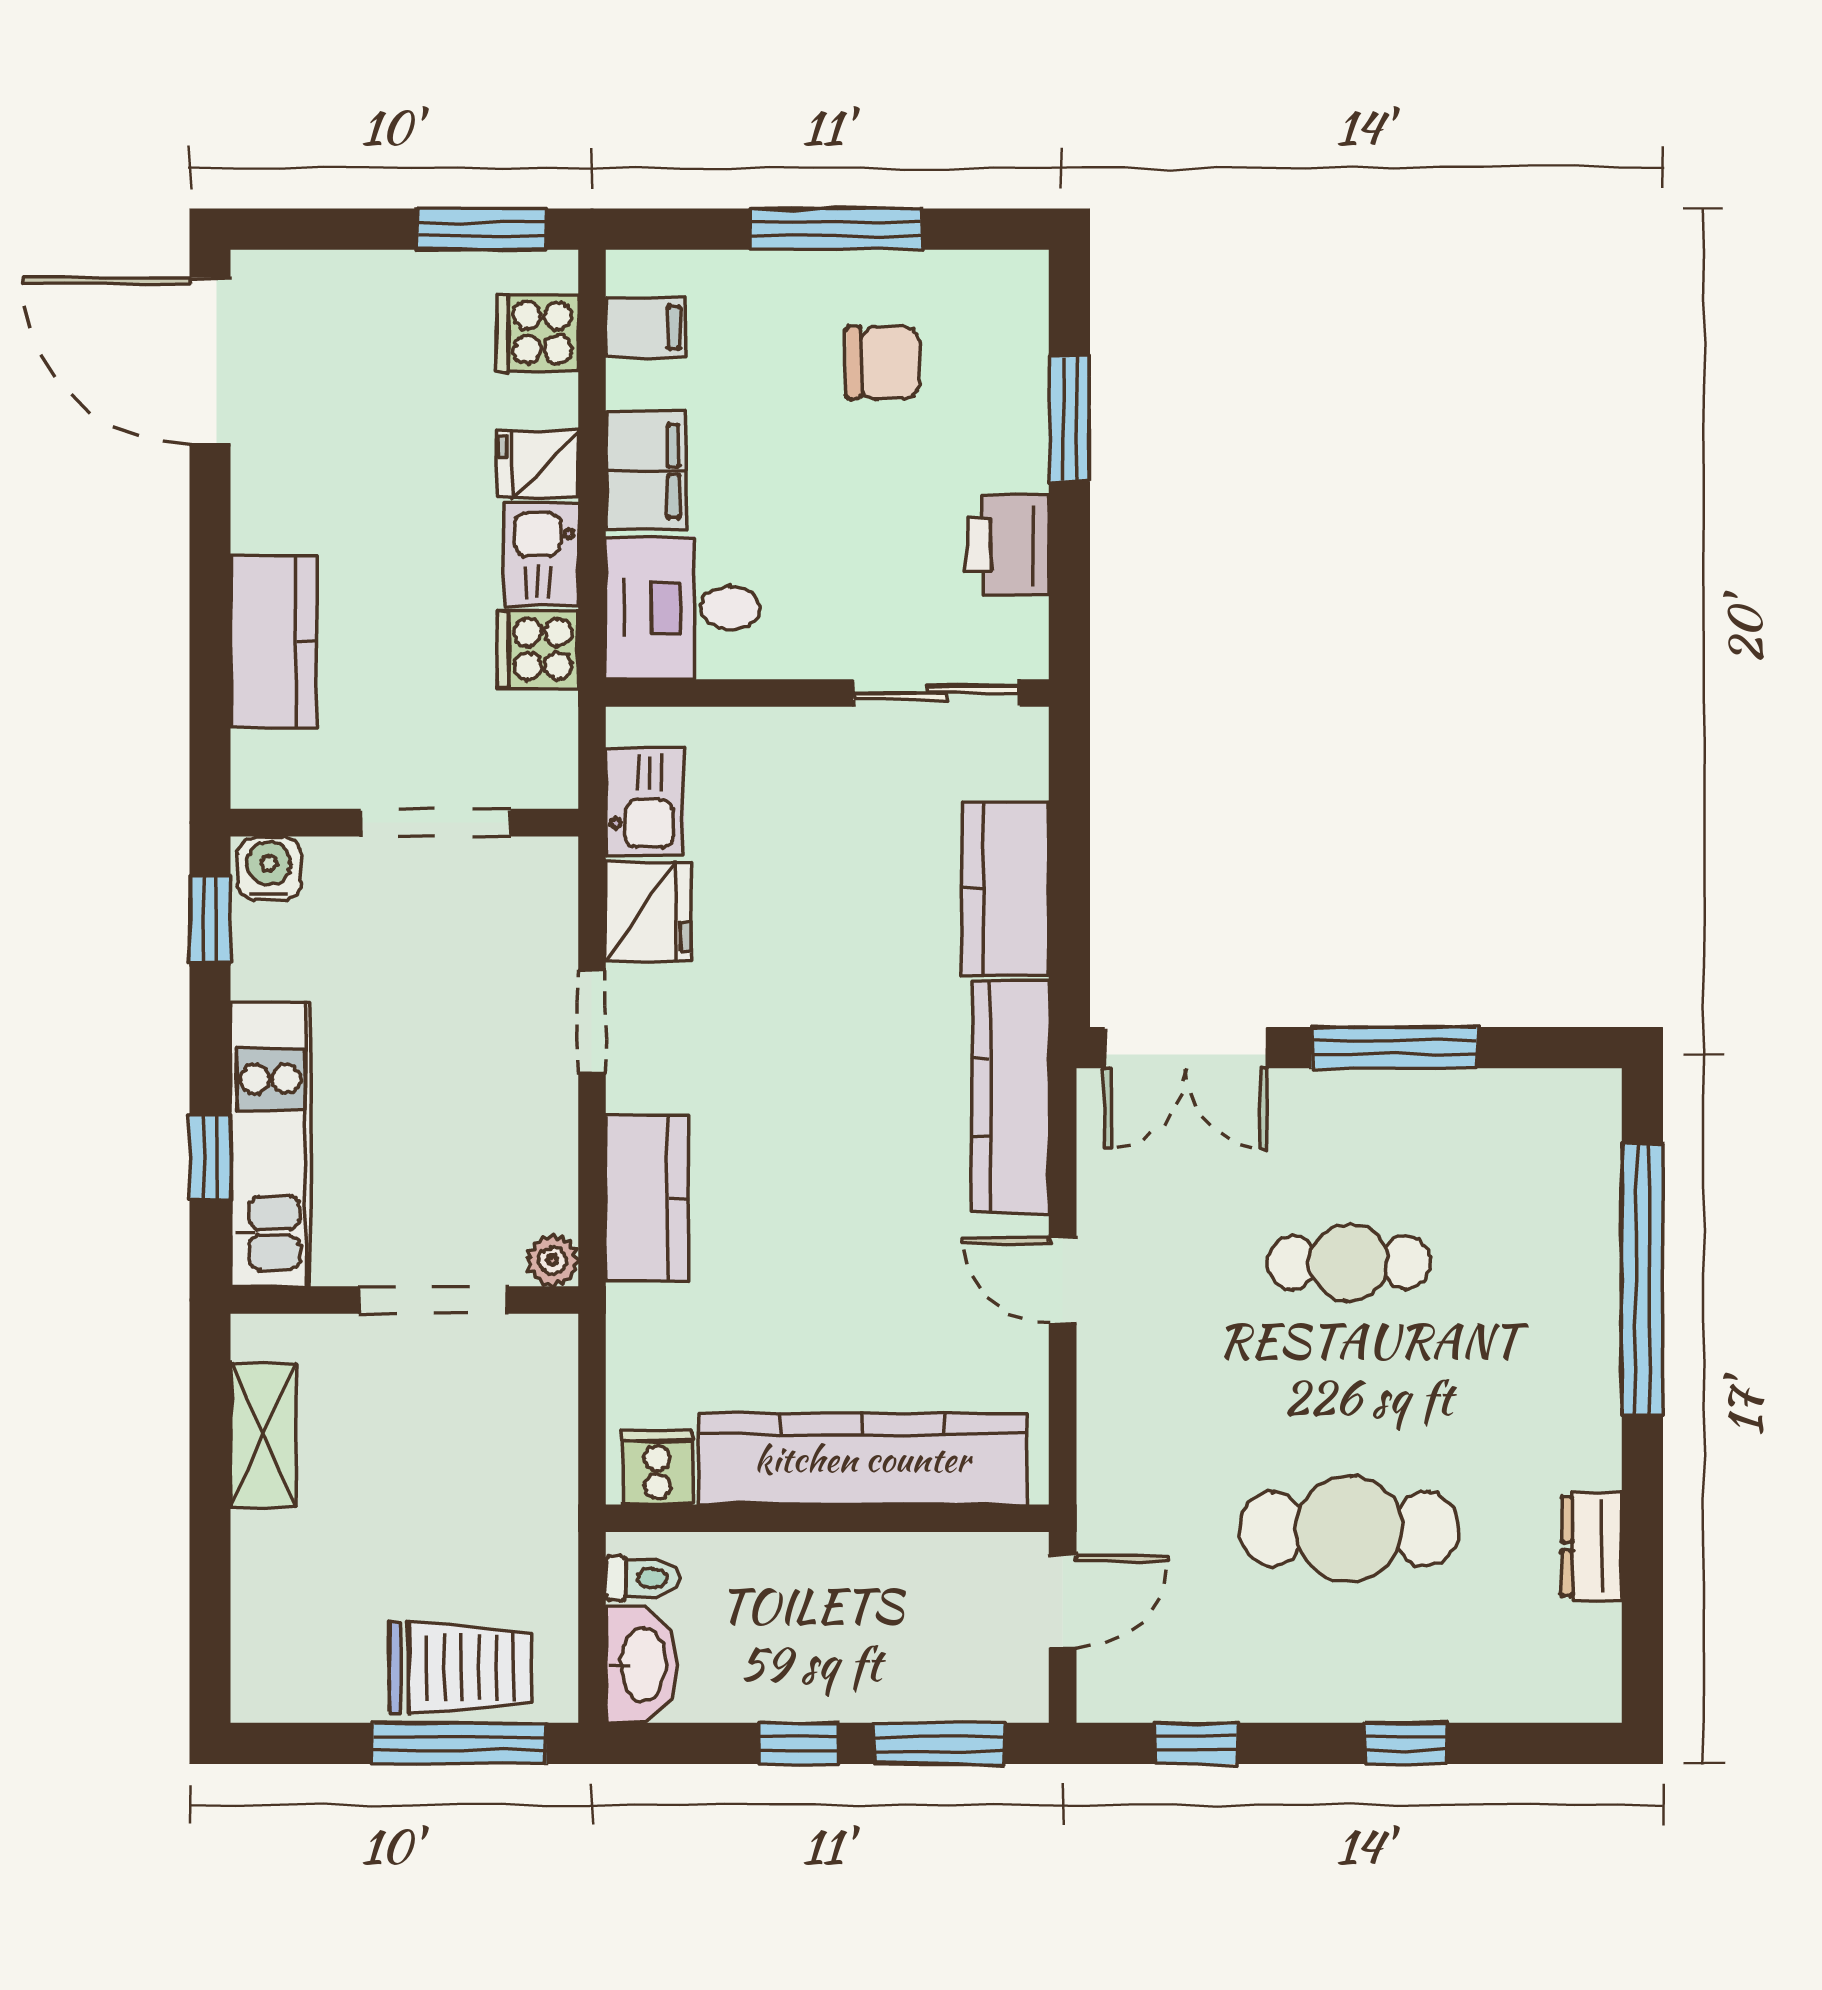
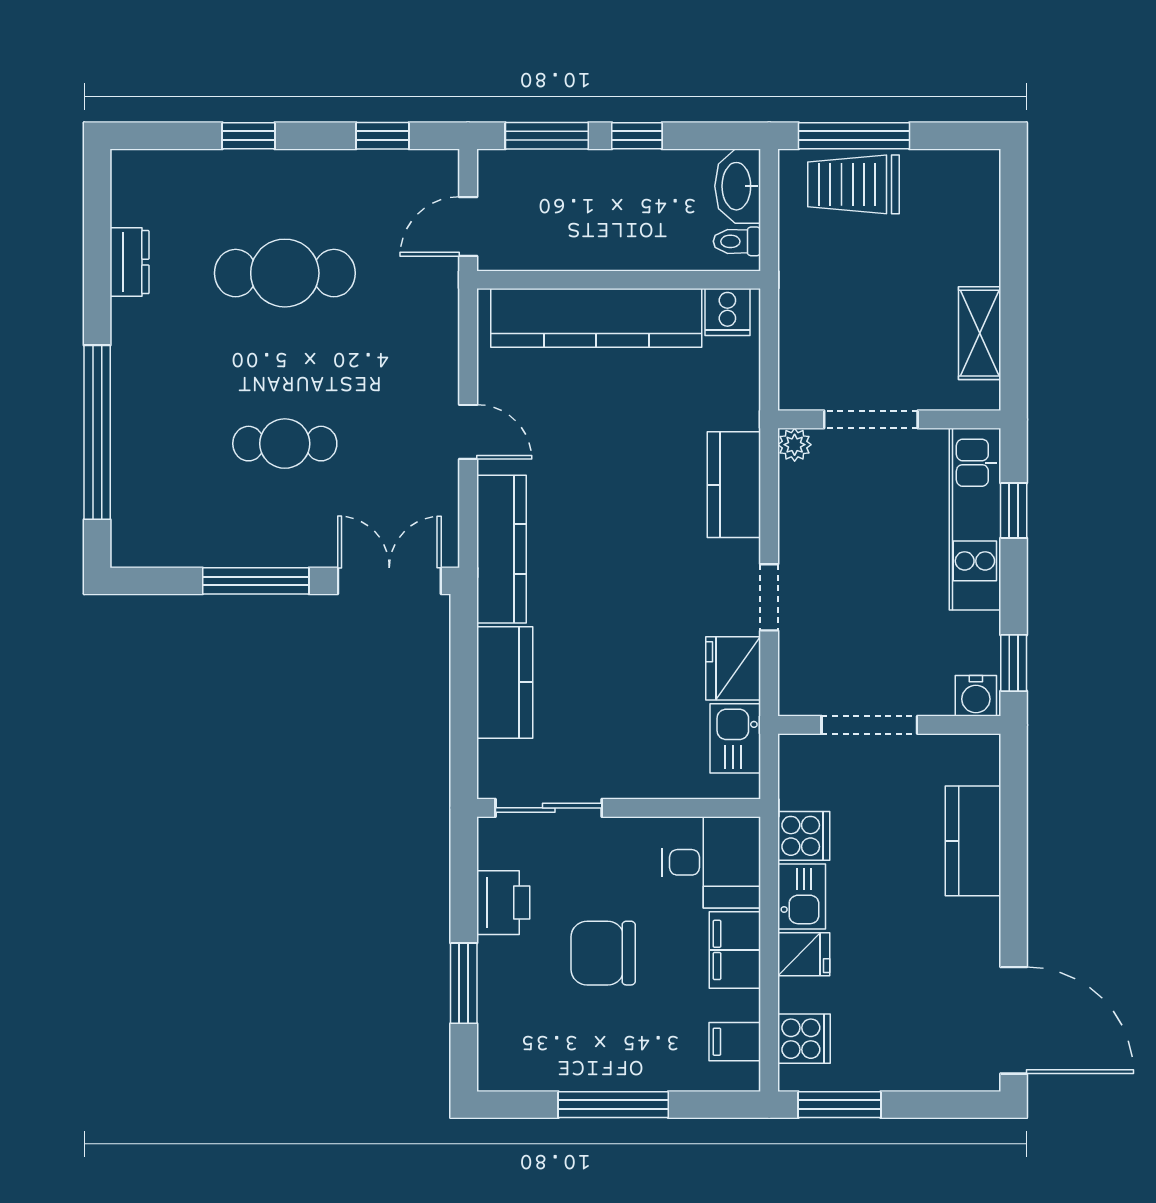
chair: (883, 363) -> (603, 953), moved, width x1.37, depth x1.37

